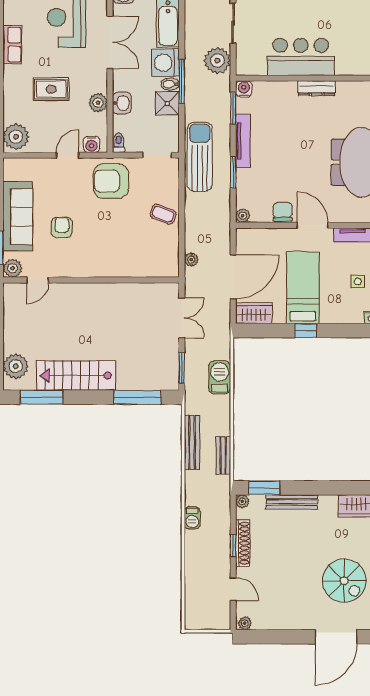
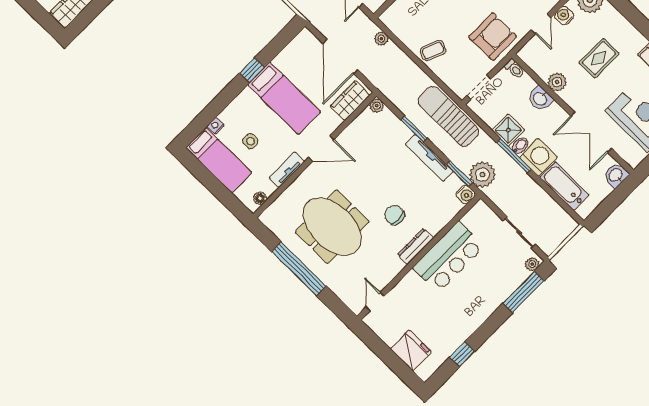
plant: (217, 61) -> (482, 175), moved
water cooler: (92, 144) -> (564, 16), moved
sun lounger: (200, 157) -> (448, 116), turned 180
chair: (283, 212) -> (394, 215), moved, turned 180
wardrobe: (254, 313) -> (350, 101), moved, turned 180

